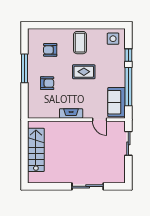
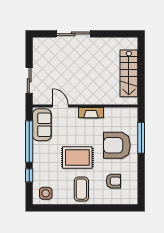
window: (25, 68) -> (141, 138), moved
rug: (84, 72) -> (77, 158), width x1.36, depth x1.43
armchair: (47, 83) -> (117, 145), width x1.88, depth x1.88

